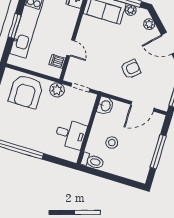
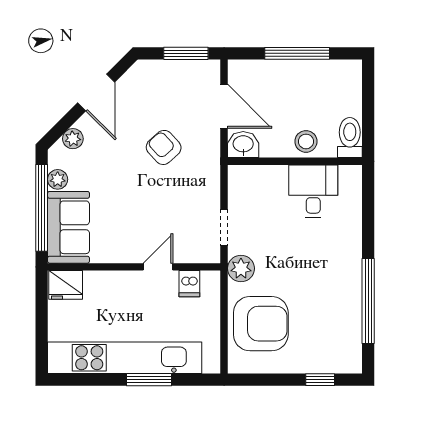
washbasin: (105, 106) -> (243, 145), moved
wall: (89, 129) -> (295, 161), moved
desk: (71, 134) -> (313, 191), moved
toilet: (92, 161) -> (350, 138), moved

